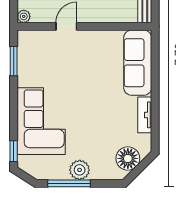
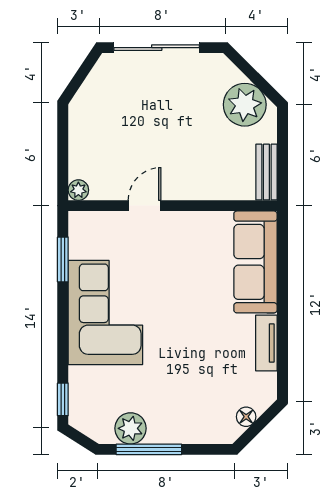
corner sofa: (41, 121) -> (105, 313), moved
floor lamp: (128, 158) -> (246, 417), width x0.53, depth x0.53
plant: (80, 170) -> (131, 428), moved

